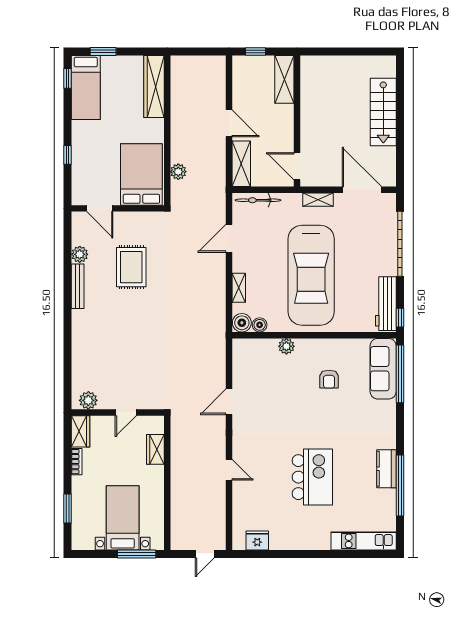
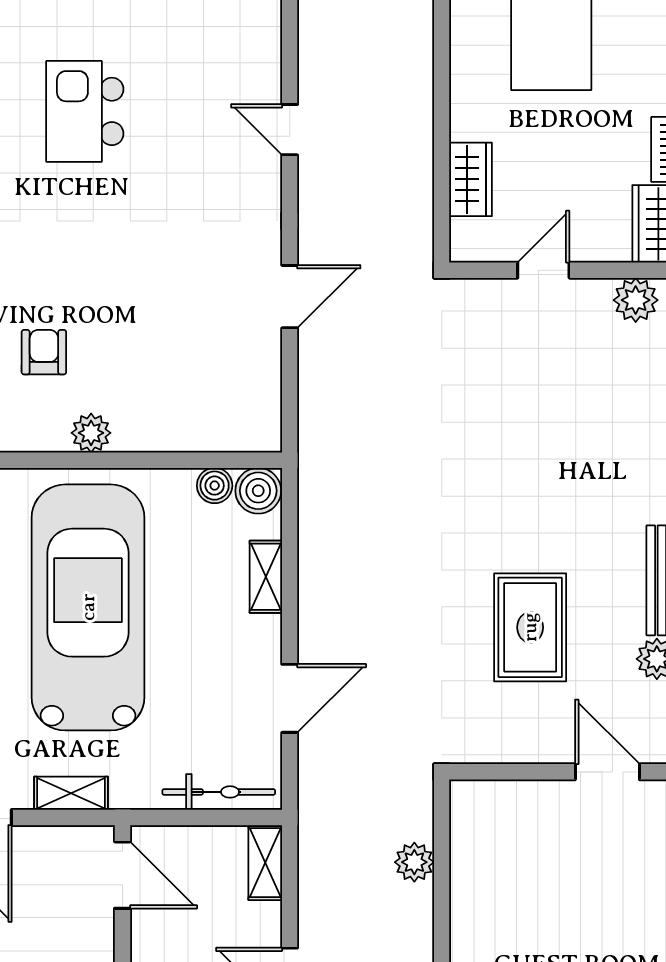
shelving: (241, 164) -> (265, 863), width x0.67, depth x0.75
bed: (141, 174) -> (505, 855), removed
plant: (286, 346) -> (91, 433), moved
kitchen island: (312, 477) -> (85, 111), width x0.73, depth x0.78

